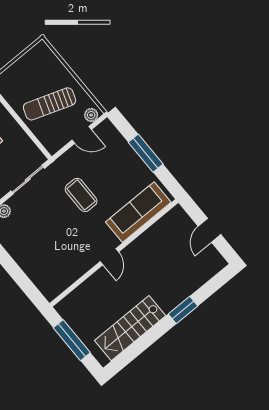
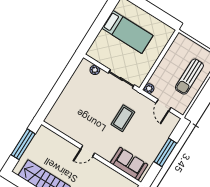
sun lounger: (50, 104) -> (189, 77), moved, turned -109
plant: (91, 115) -> (149, 89), moved
sofa: (138, 212) -> (129, 164), width x0.73

